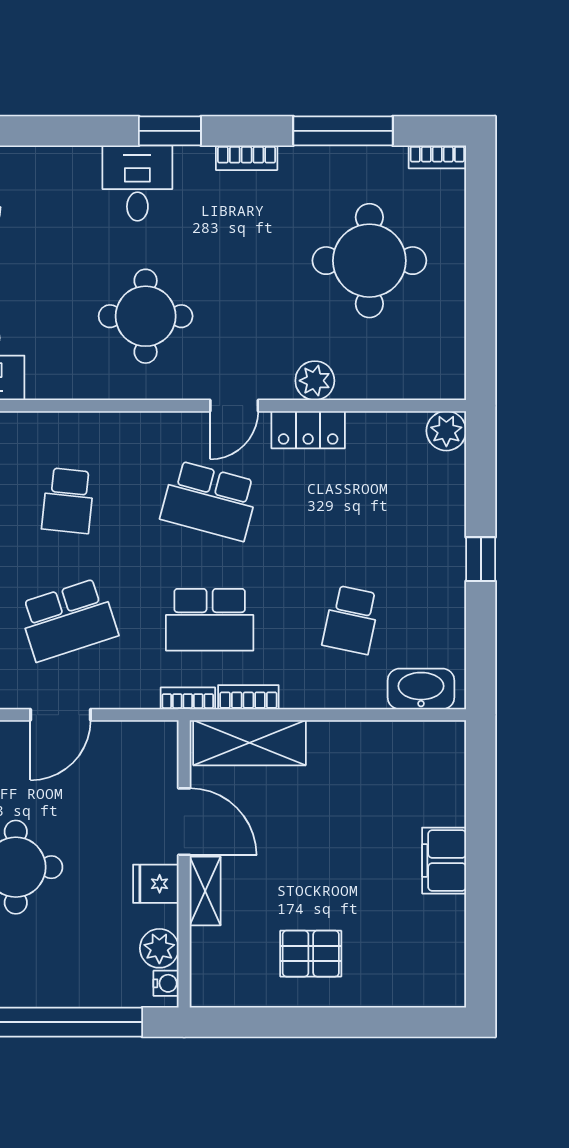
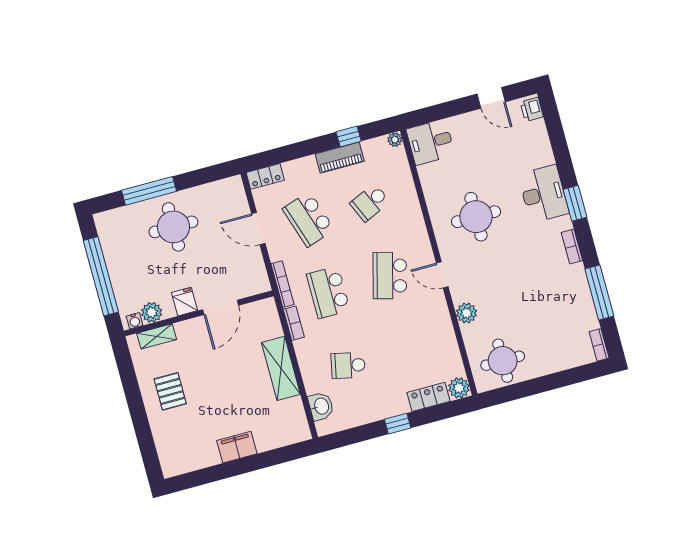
desk: (137, 183) -> (544, 194), width x1.37
round table: (369, 261) -> (503, 361), moved, width x0.73, depth x0.73
locker: (308, 430) -> (428, 397), moved, turned 90
school desk: (68, 501) -> (370, 203), turned -30
washbasin: (421, 689) -> (321, 406), width x0.72
bookcase: (188, 698) -> (282, 284), width x1.56
shelving: (249, 743) -> (281, 368), moved
shelving: (205, 891) -> (157, 336), moved

